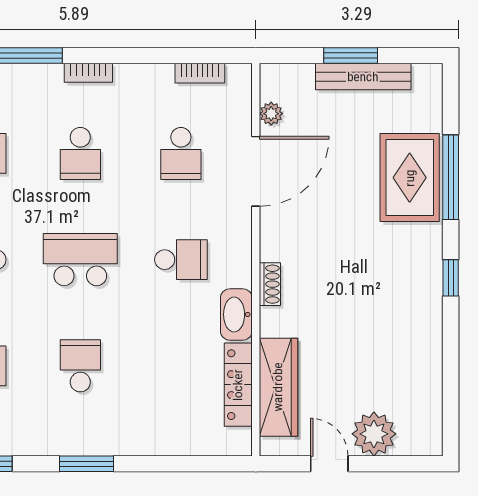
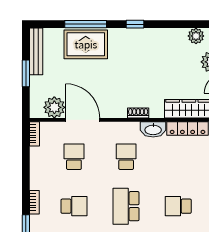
bookcase: (200, 73) -> (34, 134), moved
bench: (363, 77) -> (36, 51), moved
plant: (271, 114) -> (54, 107), width x1.88, depth x1.88
school desk: (181, 153) -> (74, 157), turned -90
plant: (427, 402) -> (196, 36), added

